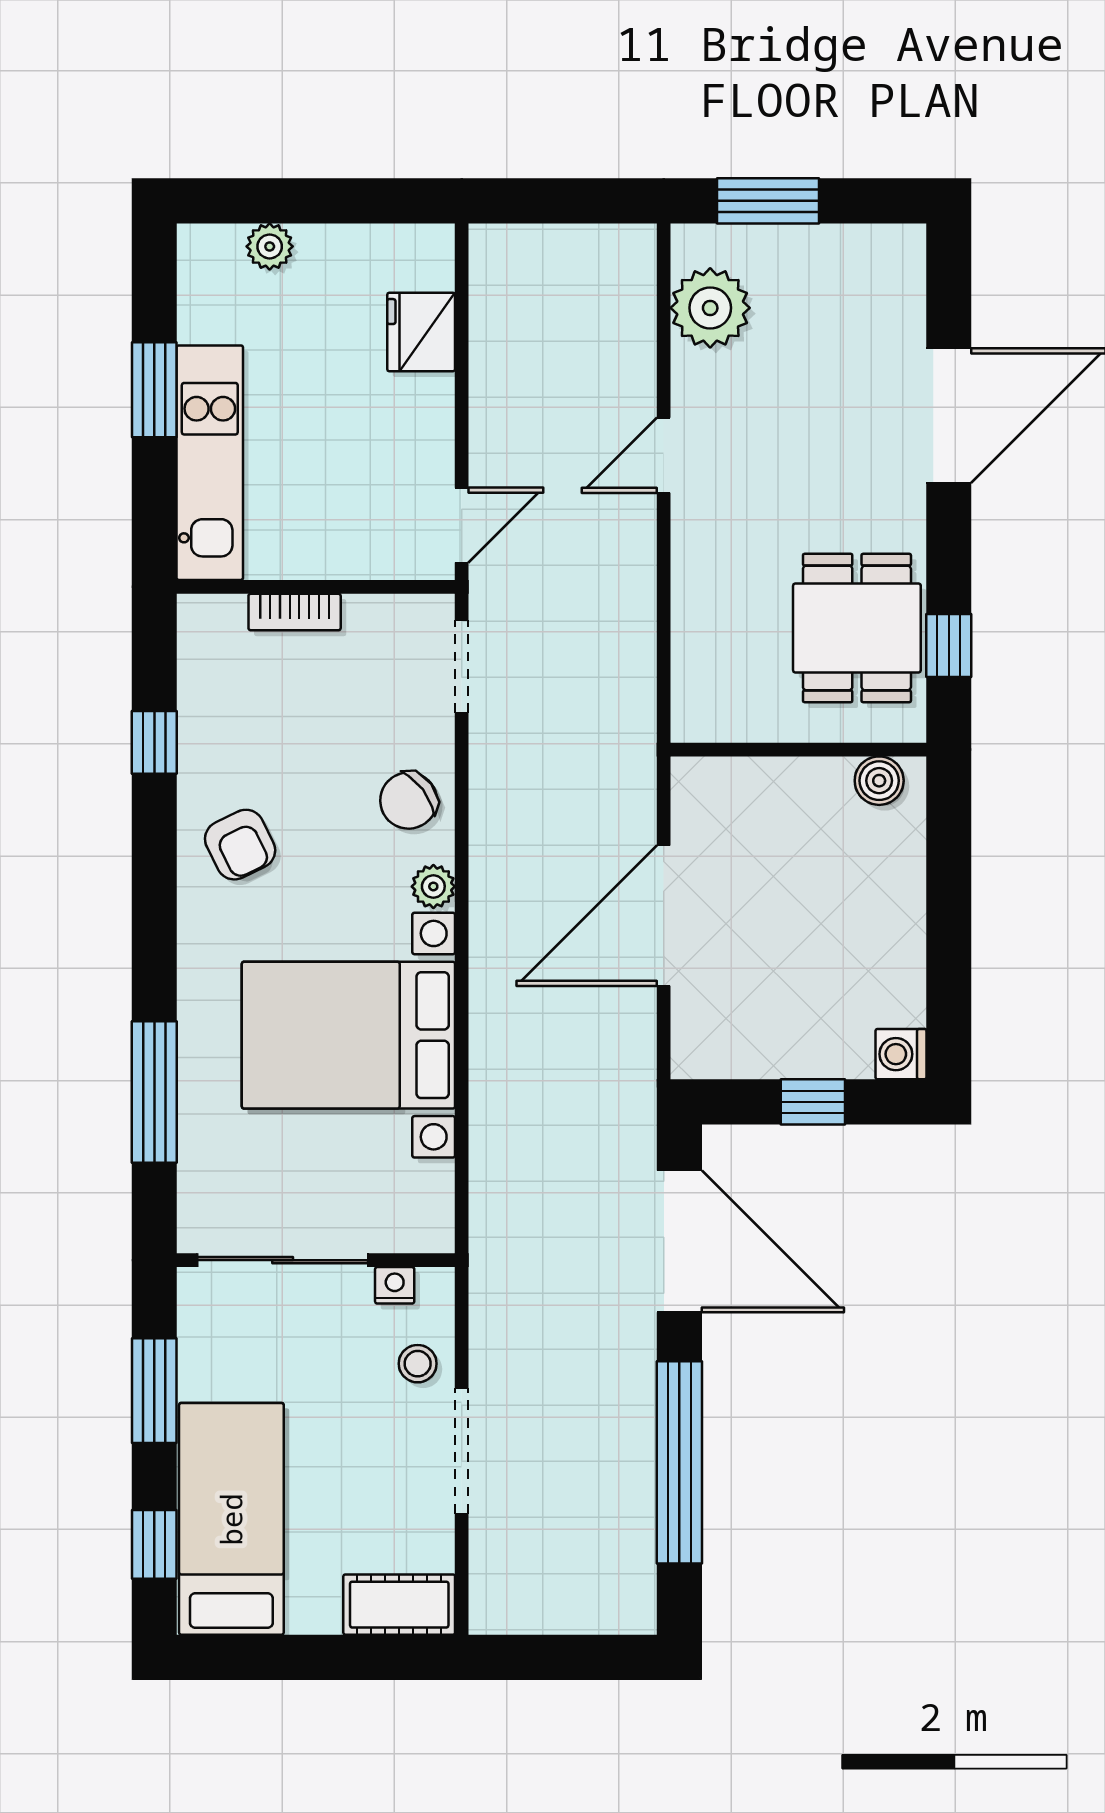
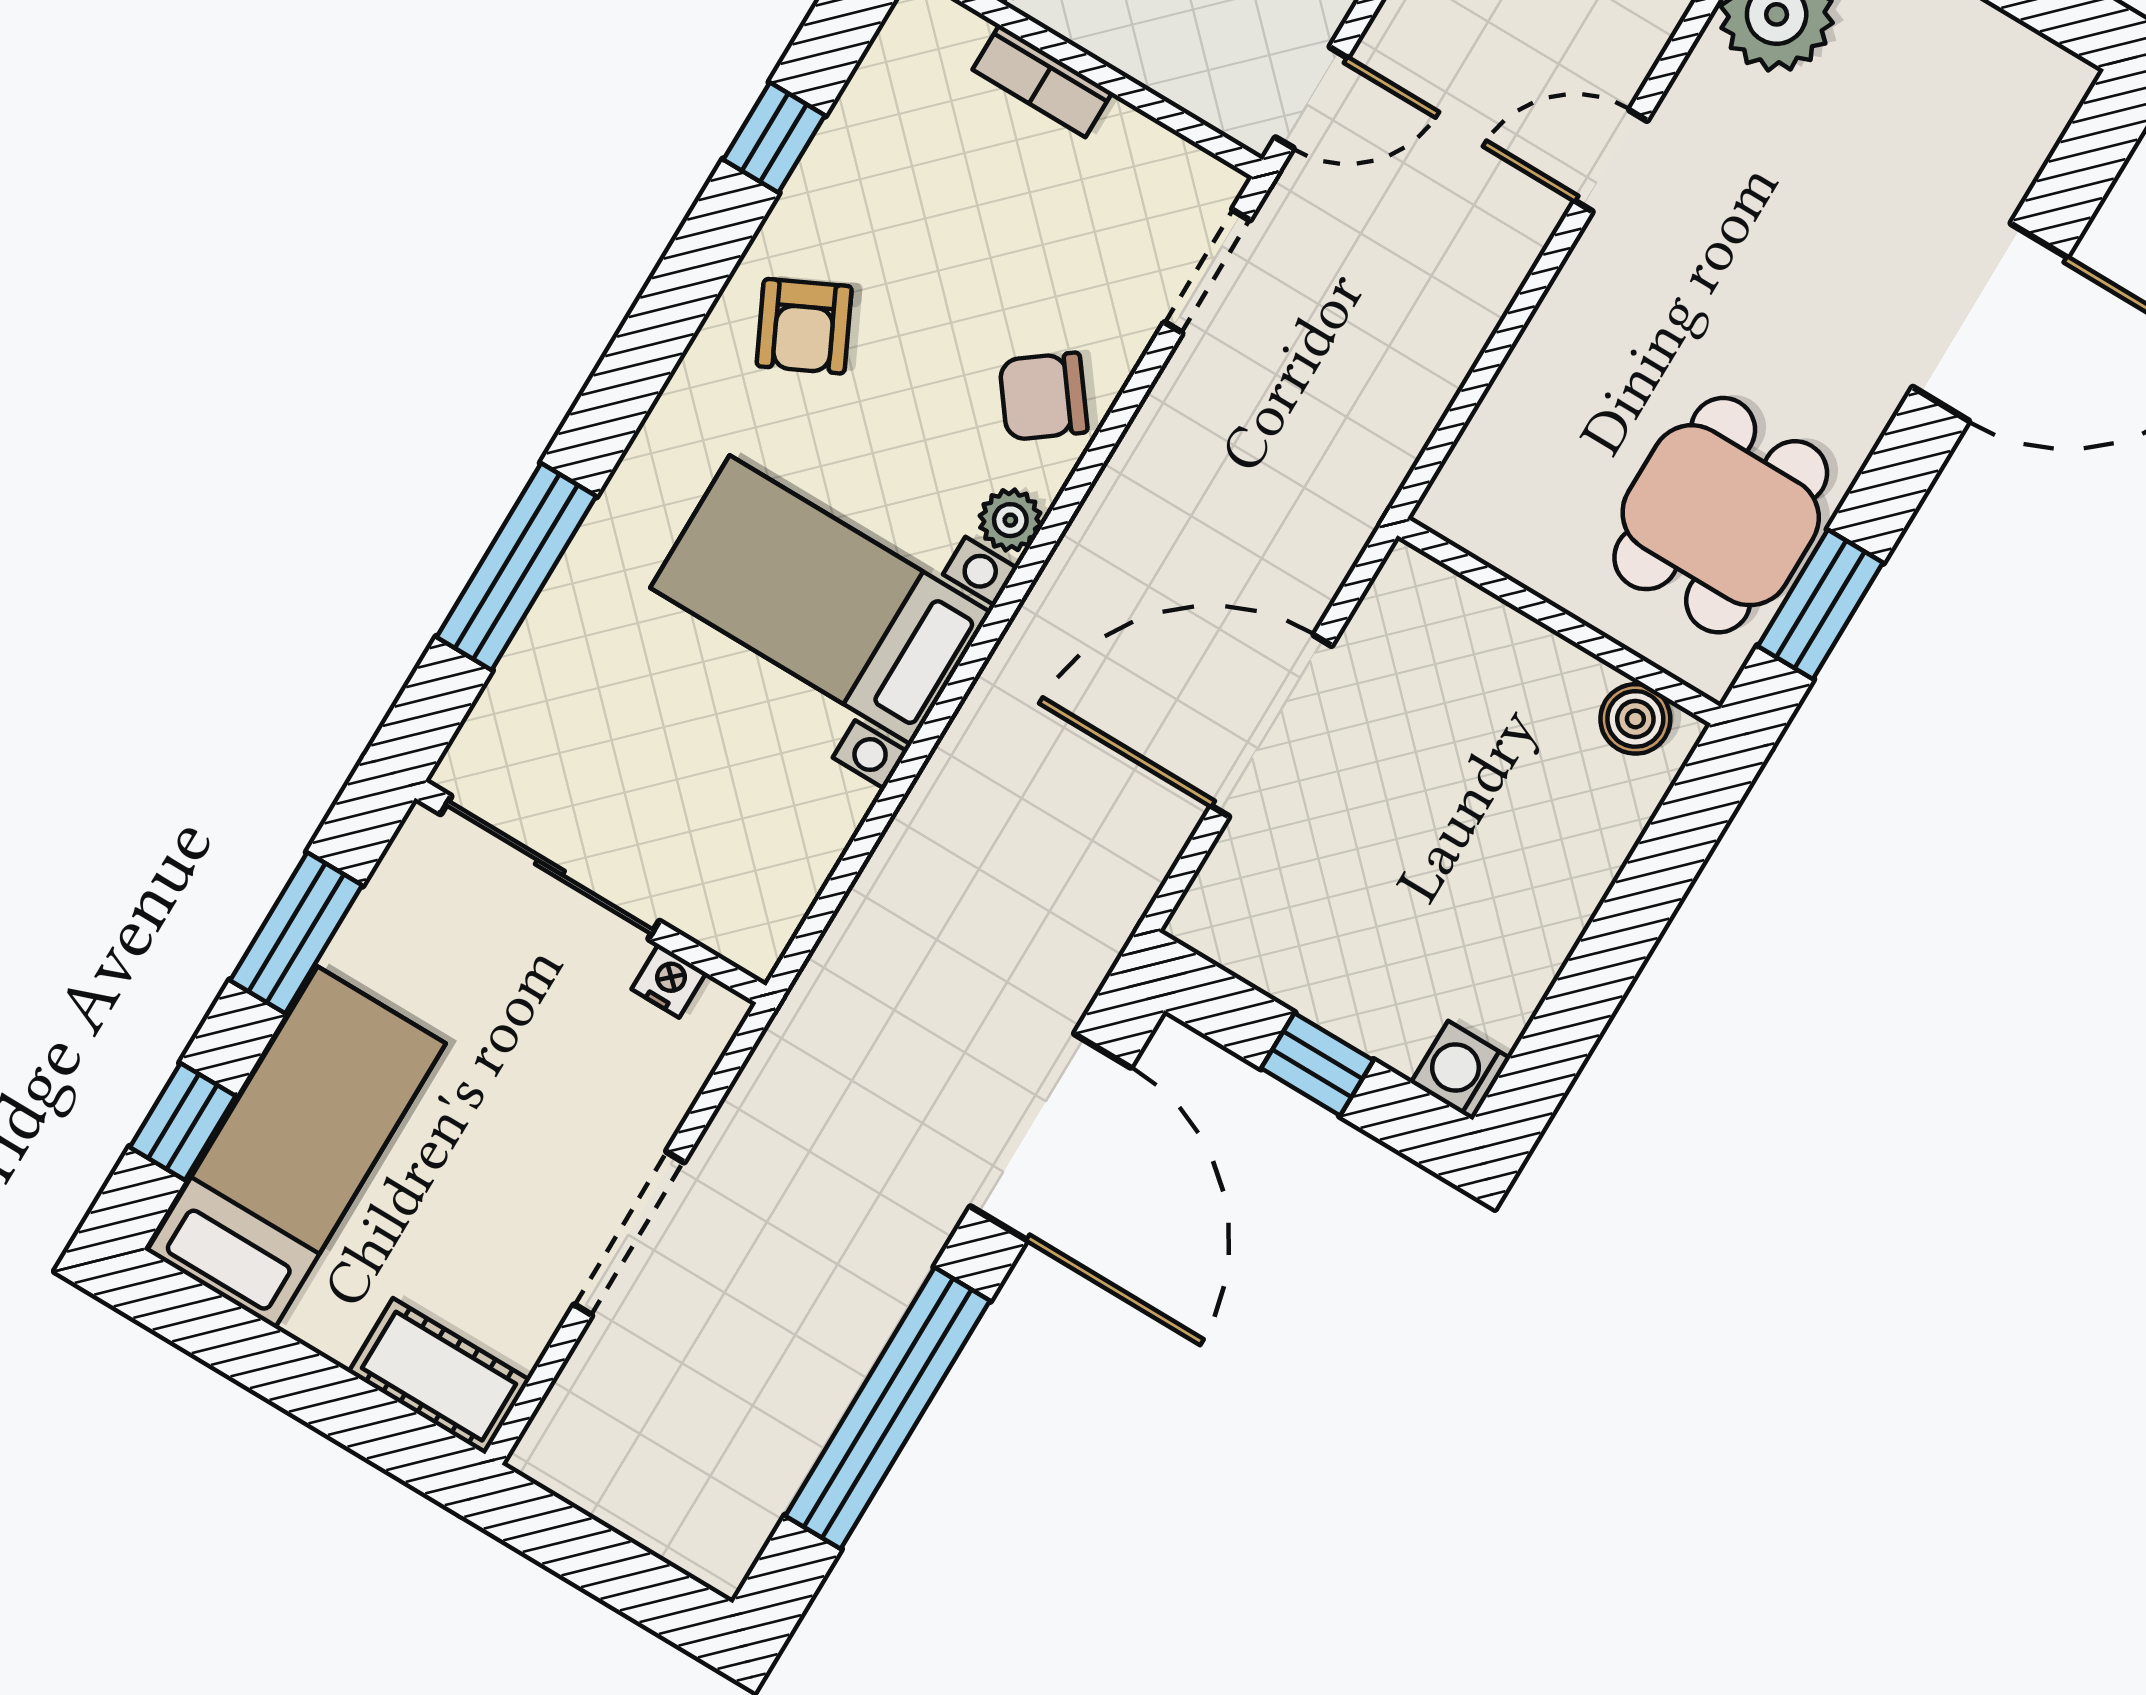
window: (949, 646) -> (1820, 604), width x1.50
bed with nightstands: (348, 1035) -> (821, 600), width x0.73
stool: (418, 1364) -> (639, 1094), removed

